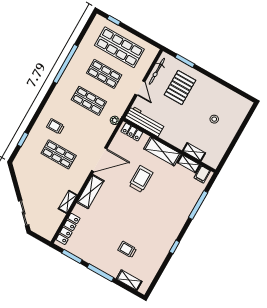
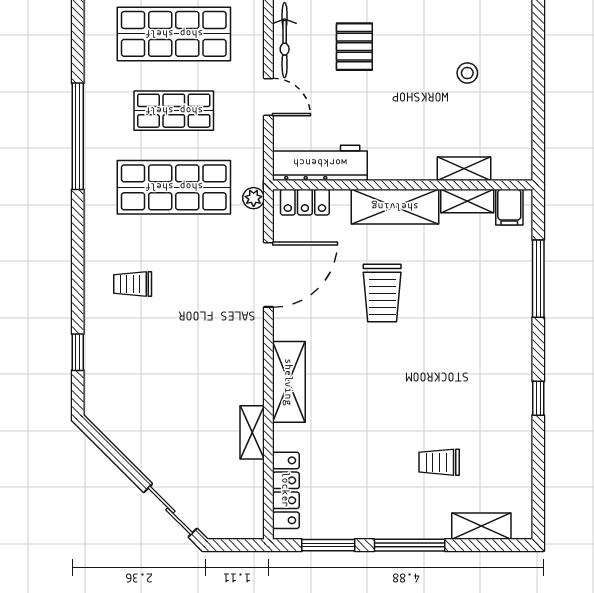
pallet: (180, 88) -> (354, 47), width x0.67, depth x0.71
shop shelf: (89, 101) -> (174, 187), width x1.43, depth x1.36
shop shelf: (59, 154) -> (174, 341), removed
door: (99, 160) -> (268, 275), moved
trolley: (141, 179) -> (382, 293), turned 180

